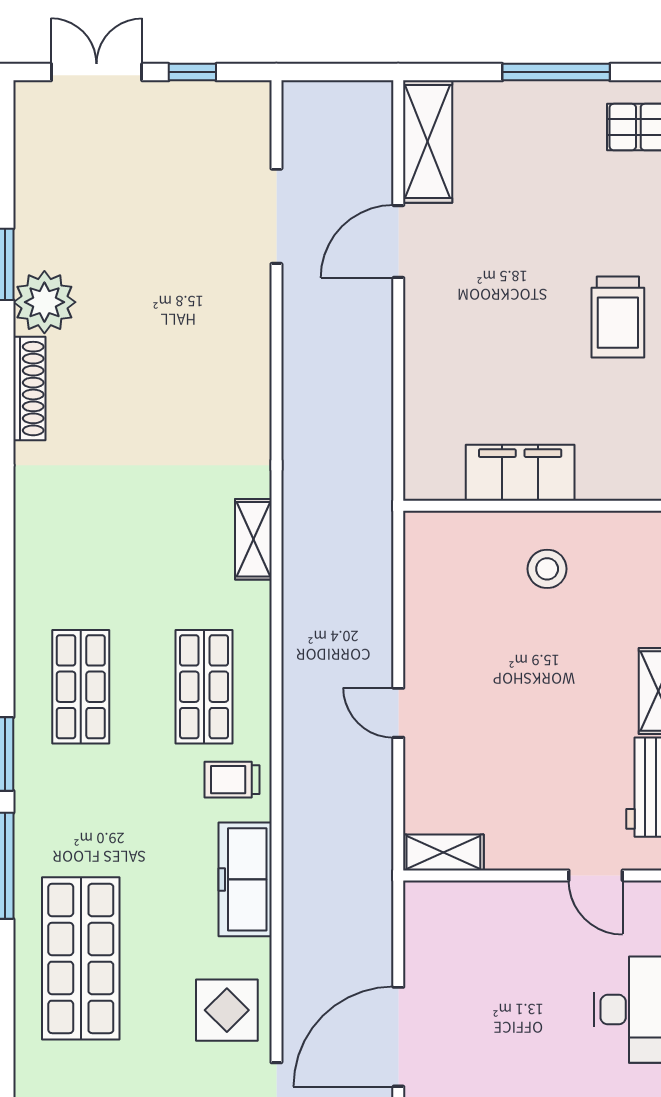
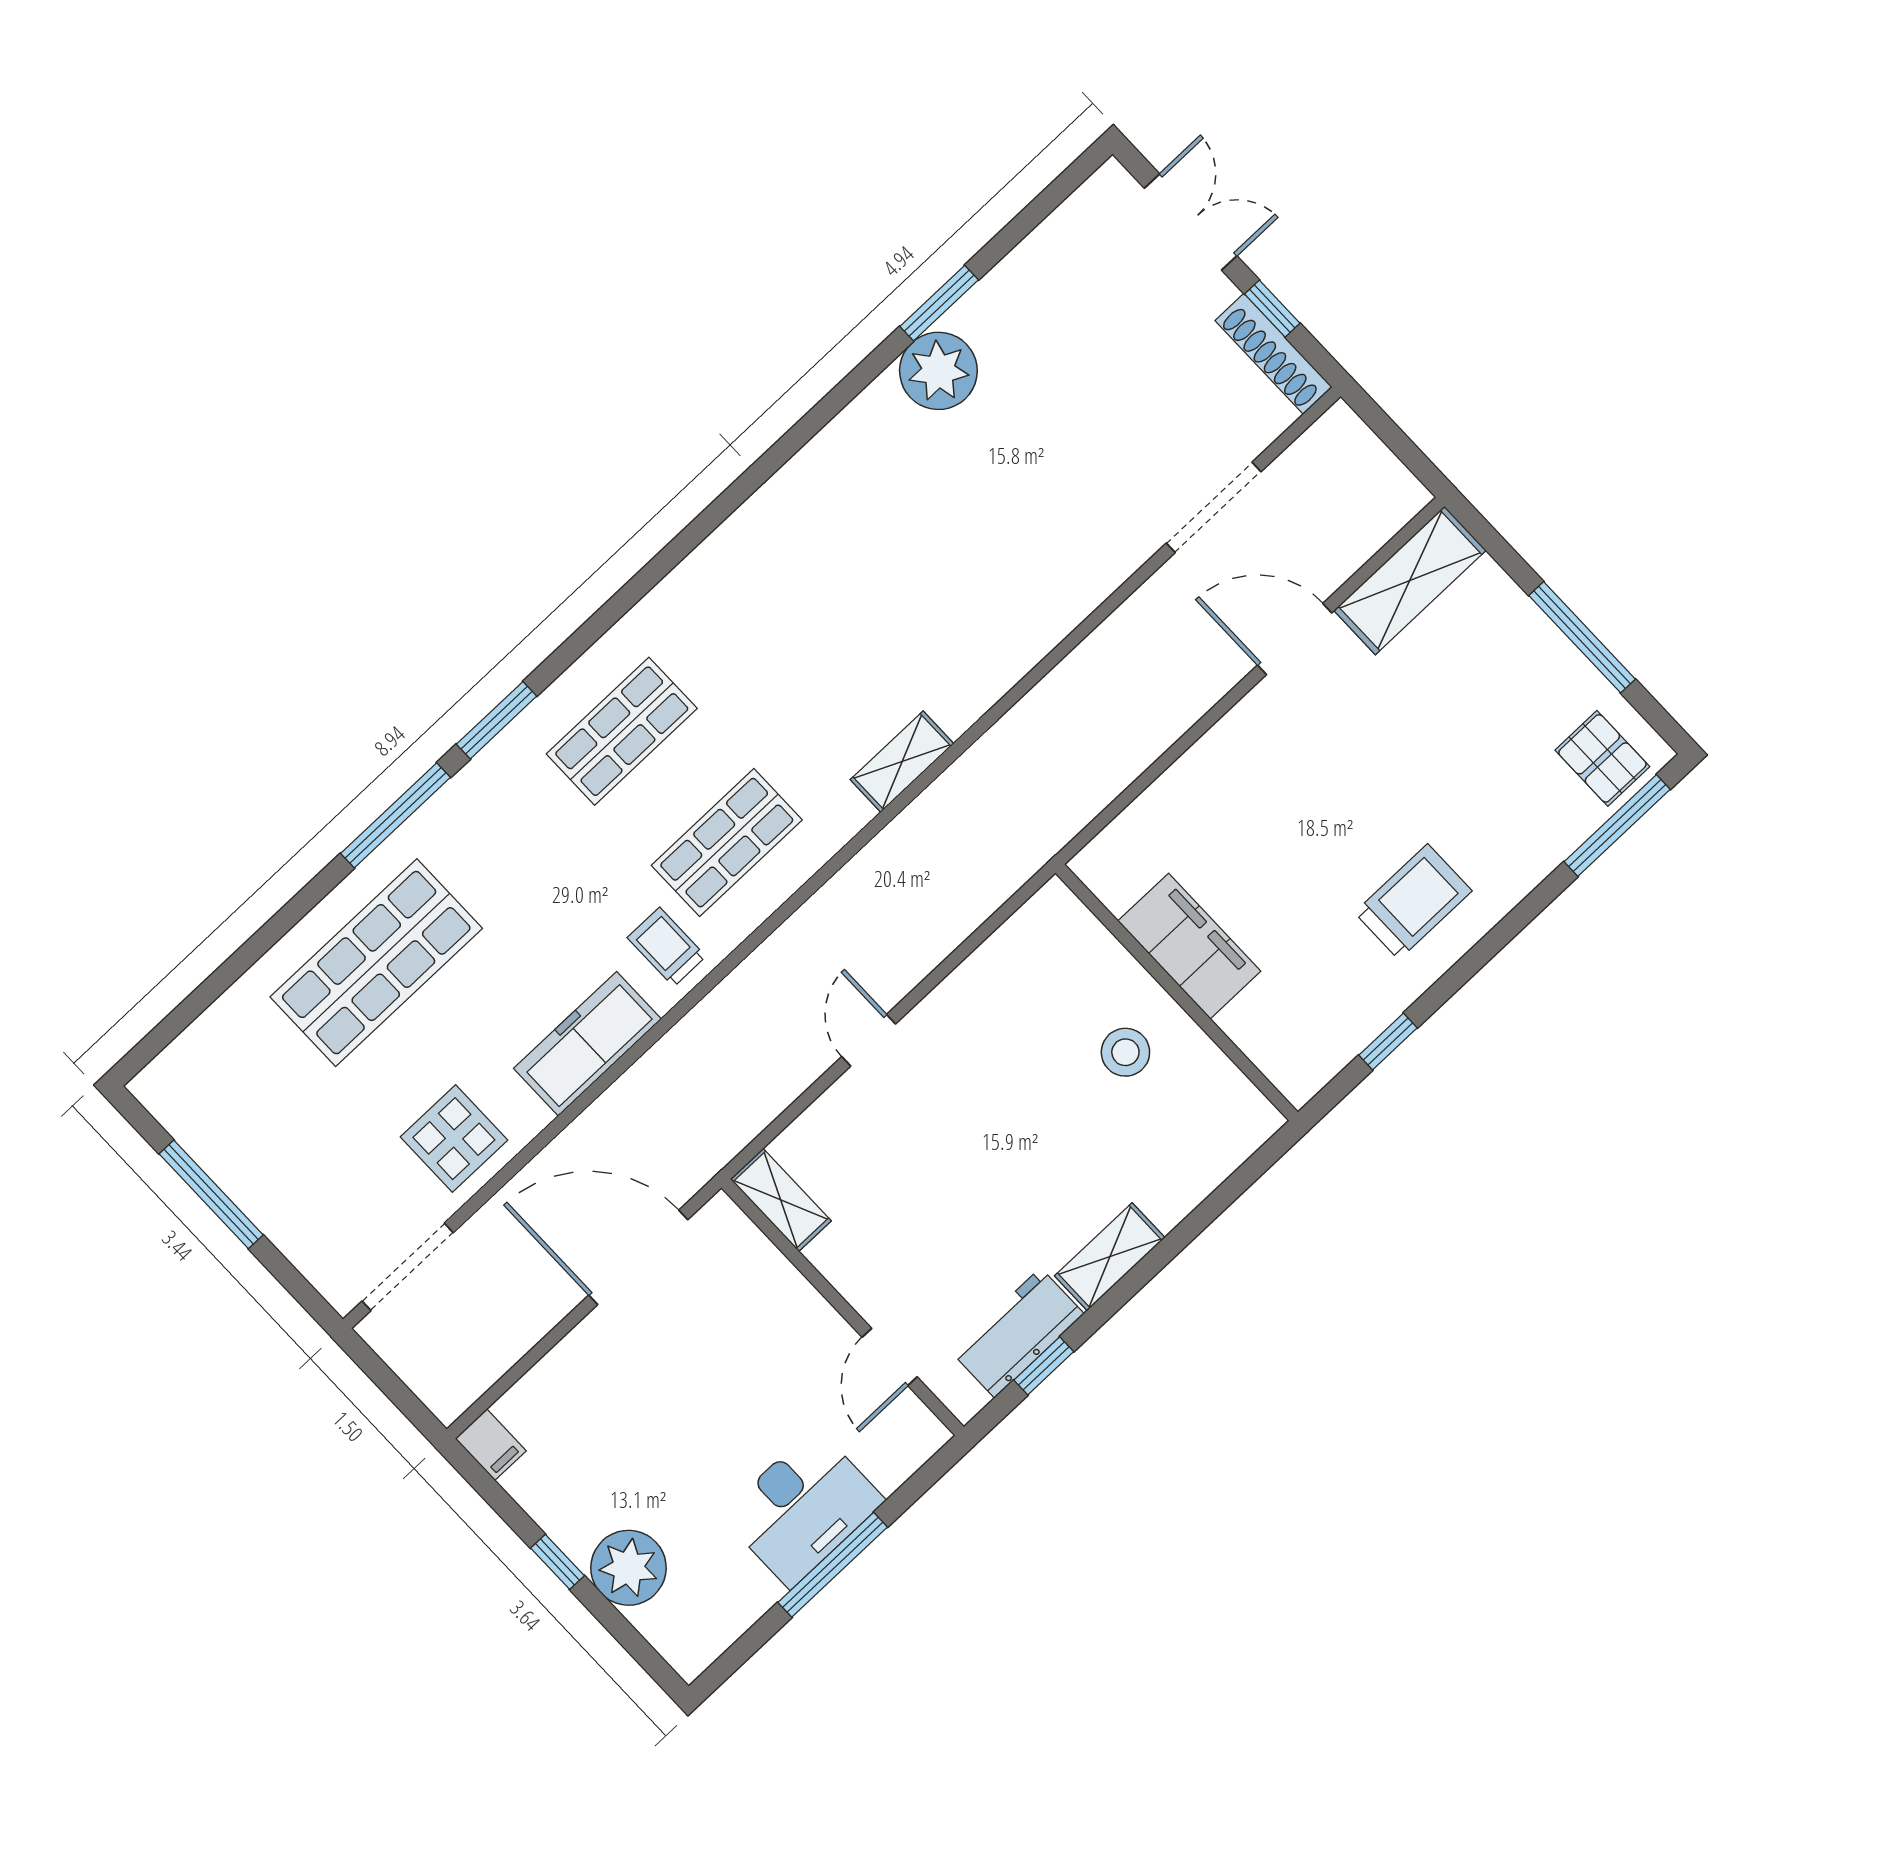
trolley: (618, 317) -> (1413, 902), turned 180
shoe rack: (29, 389) -> (1274, 354), moved, turned 90
door: (398, 1037) -> (638, 1257), moved

